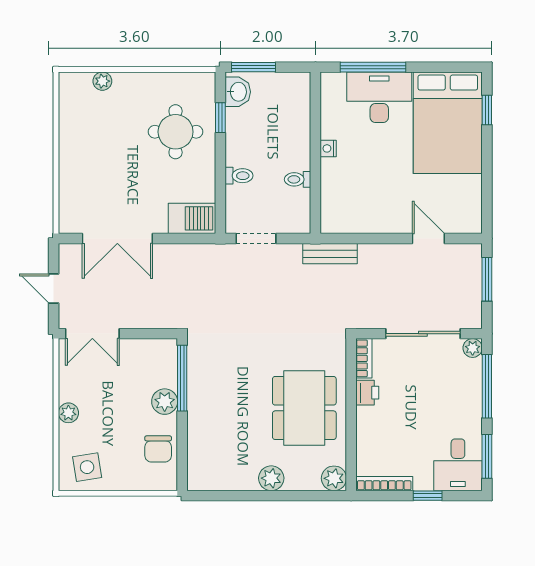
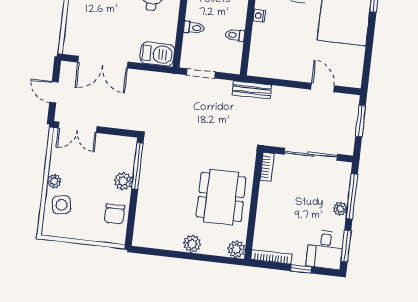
plant: (473, 348) -> (340, 209), moved
printer: (367, 393) -> (267, 191), removed
side table: (87, 467) -> (61, 205), moved

